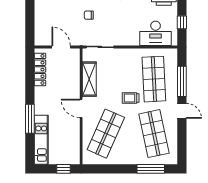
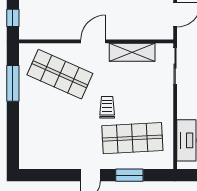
window: (182, 81) -> (129, 175), width x0.69
shop shelf: (154, 134) -> (60, 138), removed
window: (151, 169) -> (13, 83), moved

